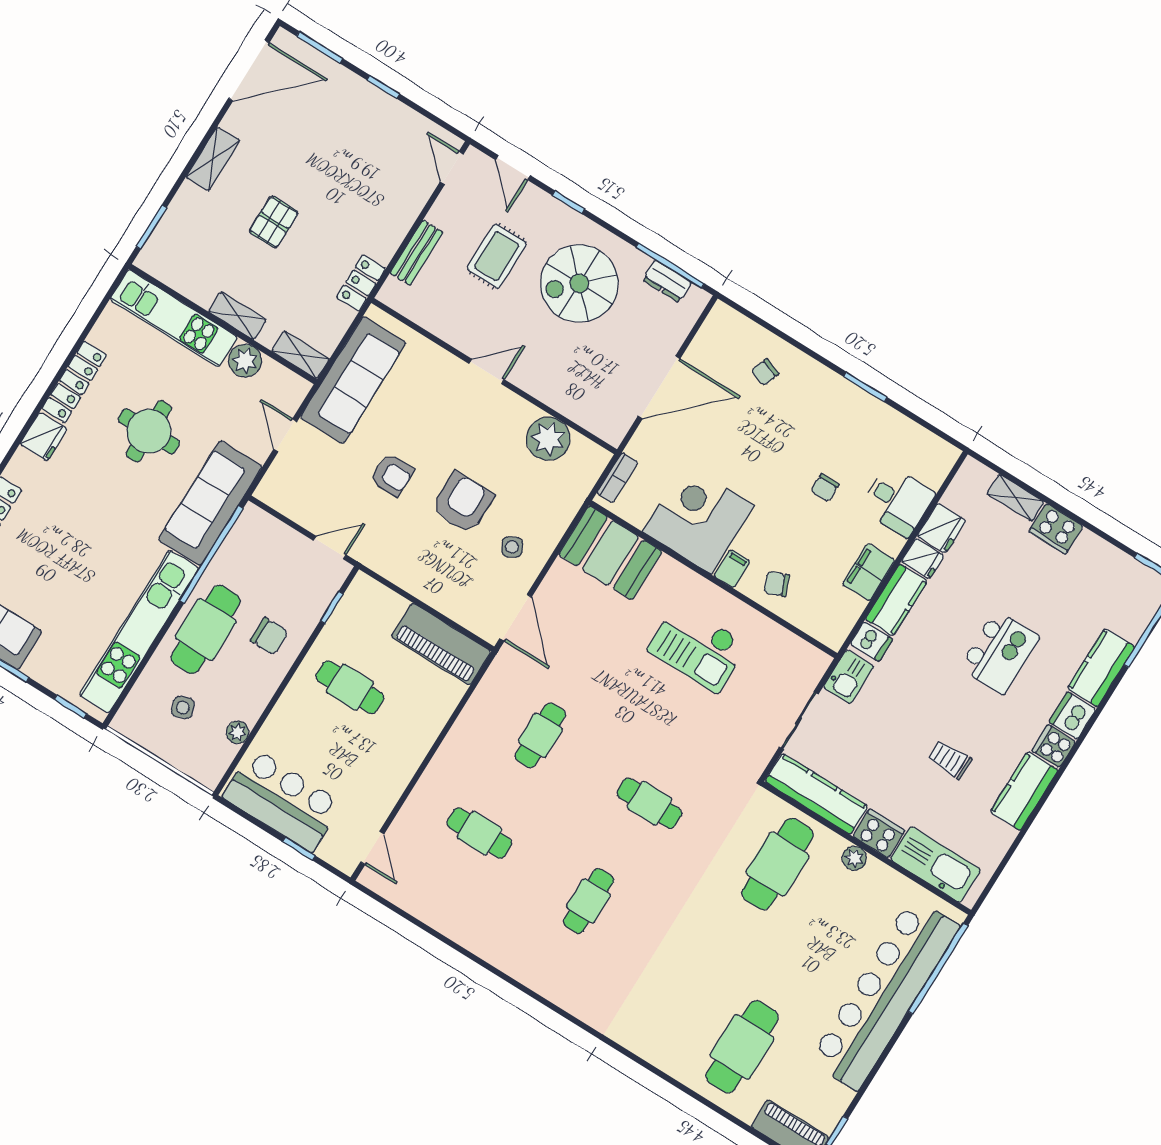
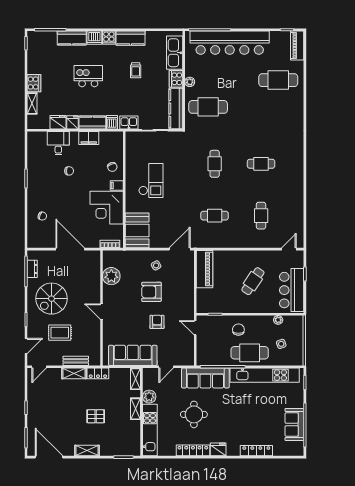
shelving: (392, 233) -> (74, 373), added
spiral stairs: (579, 283) -> (51, 299), turned 90
cafe table: (350, 687) -> (253, 281), moved, turned 34

